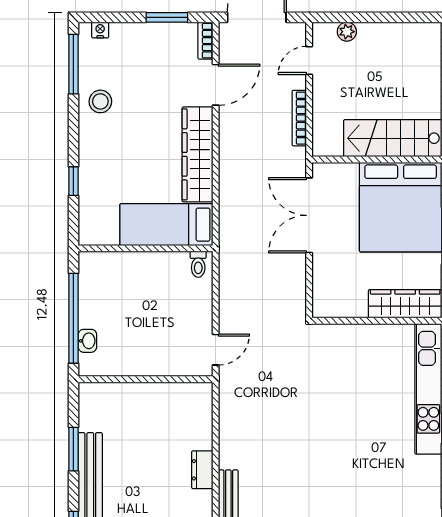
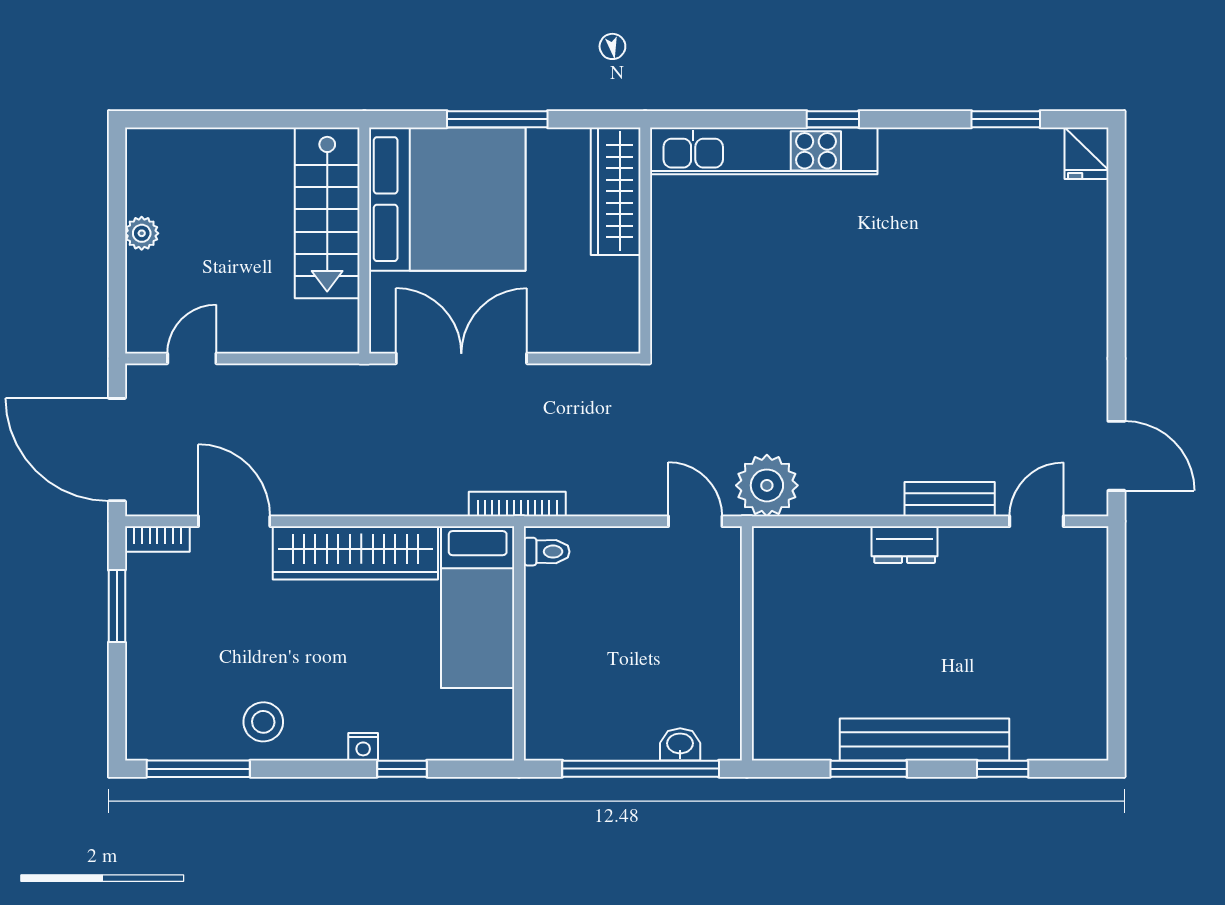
nightstand: (100, 30) -> (363, 747), moved, turned -90
plant: (347, 32) -> (142, 233), moved
door: (309, 60) -> (192, 358), swing flipped
bookcase: (299, 118) -> (517, 504), moved, turned 180
double door: (309, 215) -> (461, 358), swing flipped
plant: (236, 391) -> (767, 485), added

